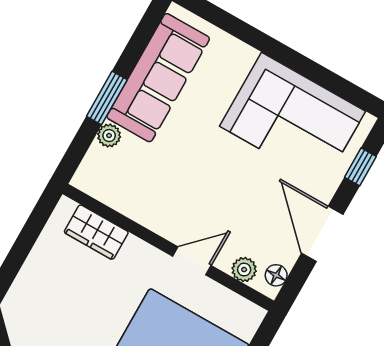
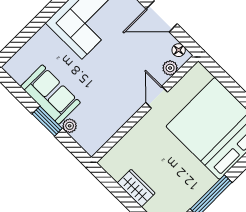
sofa: (158, 78) -> (50, 95), width x0.73
wardrobe: (96, 232) -> (136, 188), moved, turned -90

